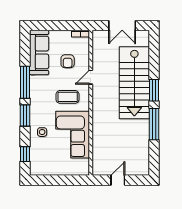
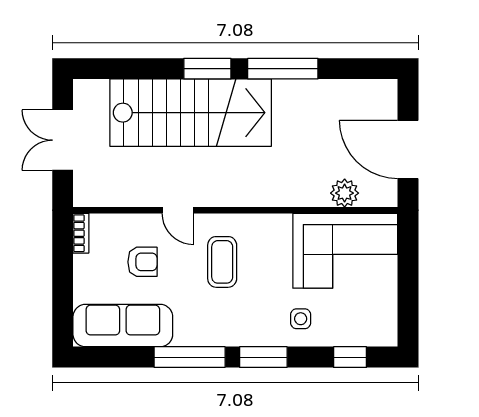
double door: (122, 26) -> (63, 140), swing flipped
corner sofa: (73, 135) -> (345, 251), moved
plant: (98, 152) -> (345, 193), added
door: (118, 180) -> (408, 149), width x1.88

